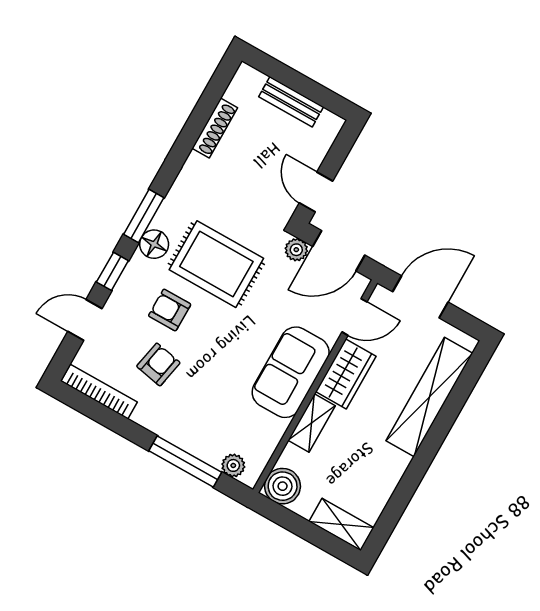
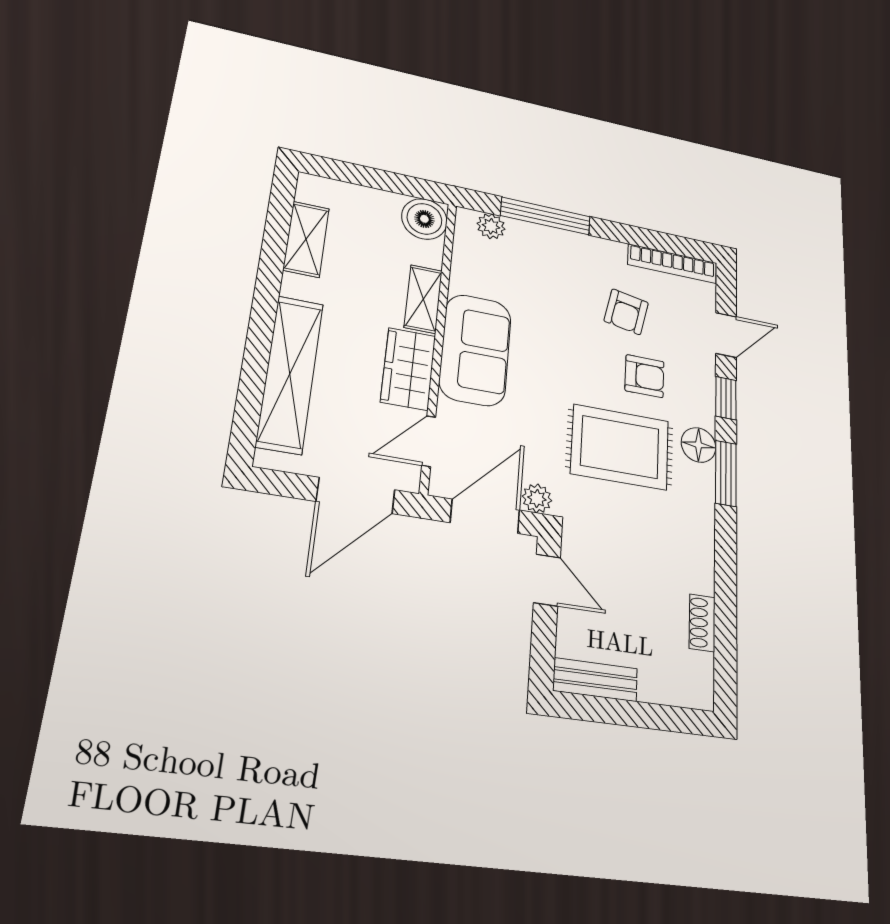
bench: (291, 102) -> (595, 680), moved
shoe rack: (215, 128) -> (702, 623), width x0.70
shelving: (341, 525) -> (306, 239), moved, turned 90

